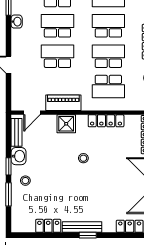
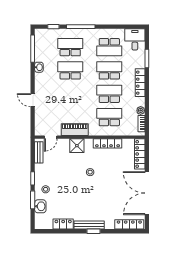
school desk: (57, 56) -> (70, 94), removed
school desk: (108, 87) -> (109, 117), turned 180
washbasin: (19, 156) -> (40, 206), moved

